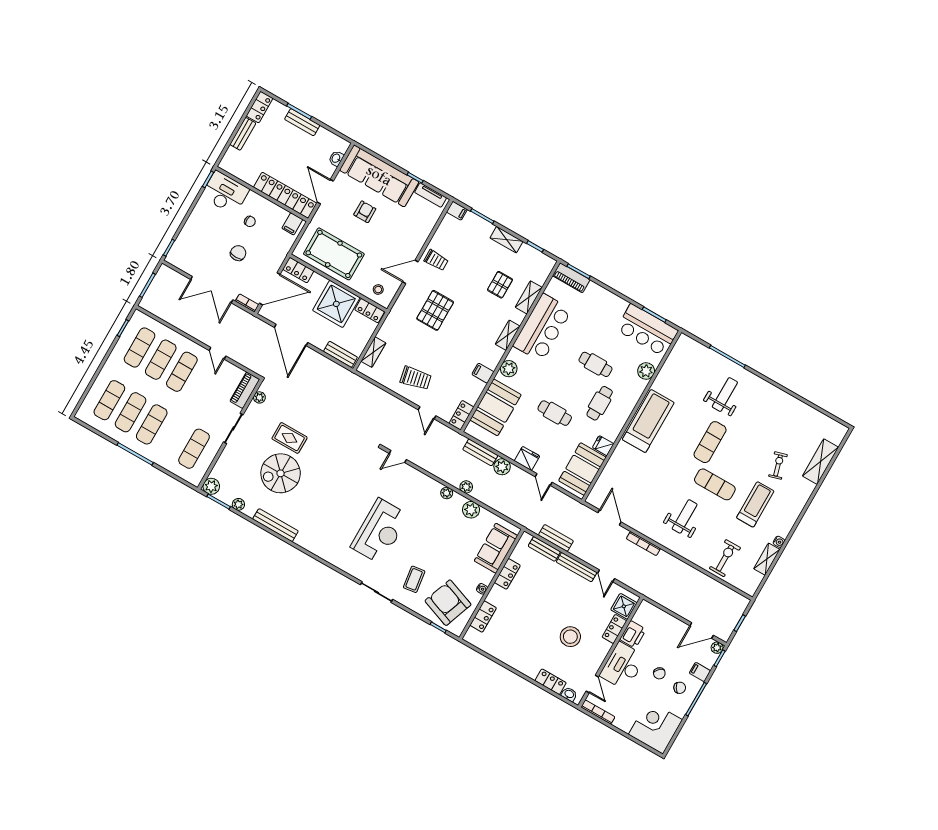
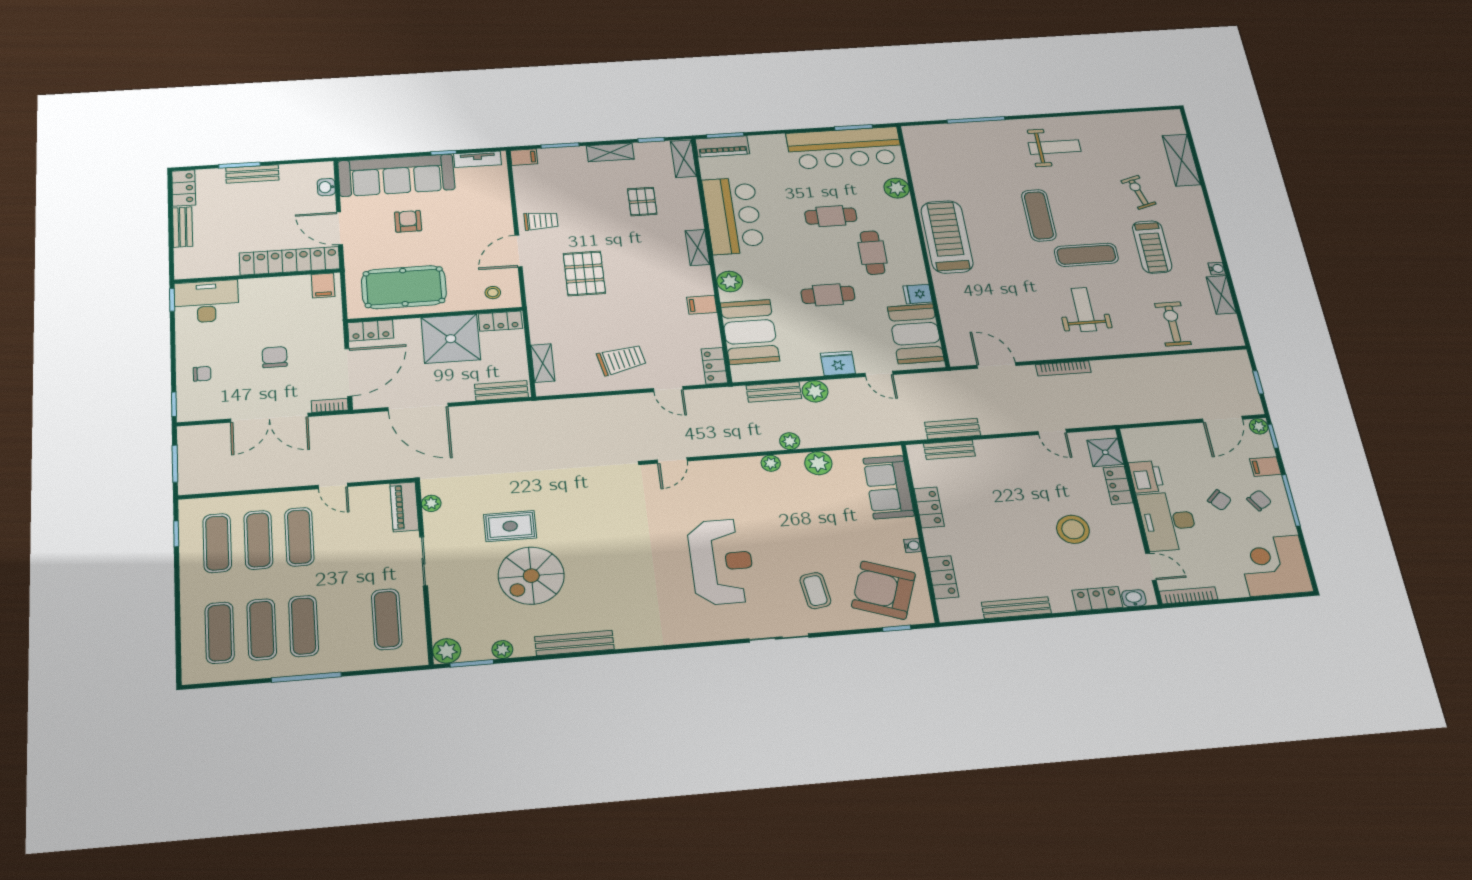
chair: (250, 221) -> (202, 374), moved
shelving: (529, 297) -> (683, 159), moved
bar counter: (647, 330) -> (845, 148), width x1.36
weight bench: (725, 395) -> (1055, 147), moved, turned 90
treadmill: (755, 504) -> (1152, 247), turned 180
bench: (577, 567) -> (1016, 608), moved

